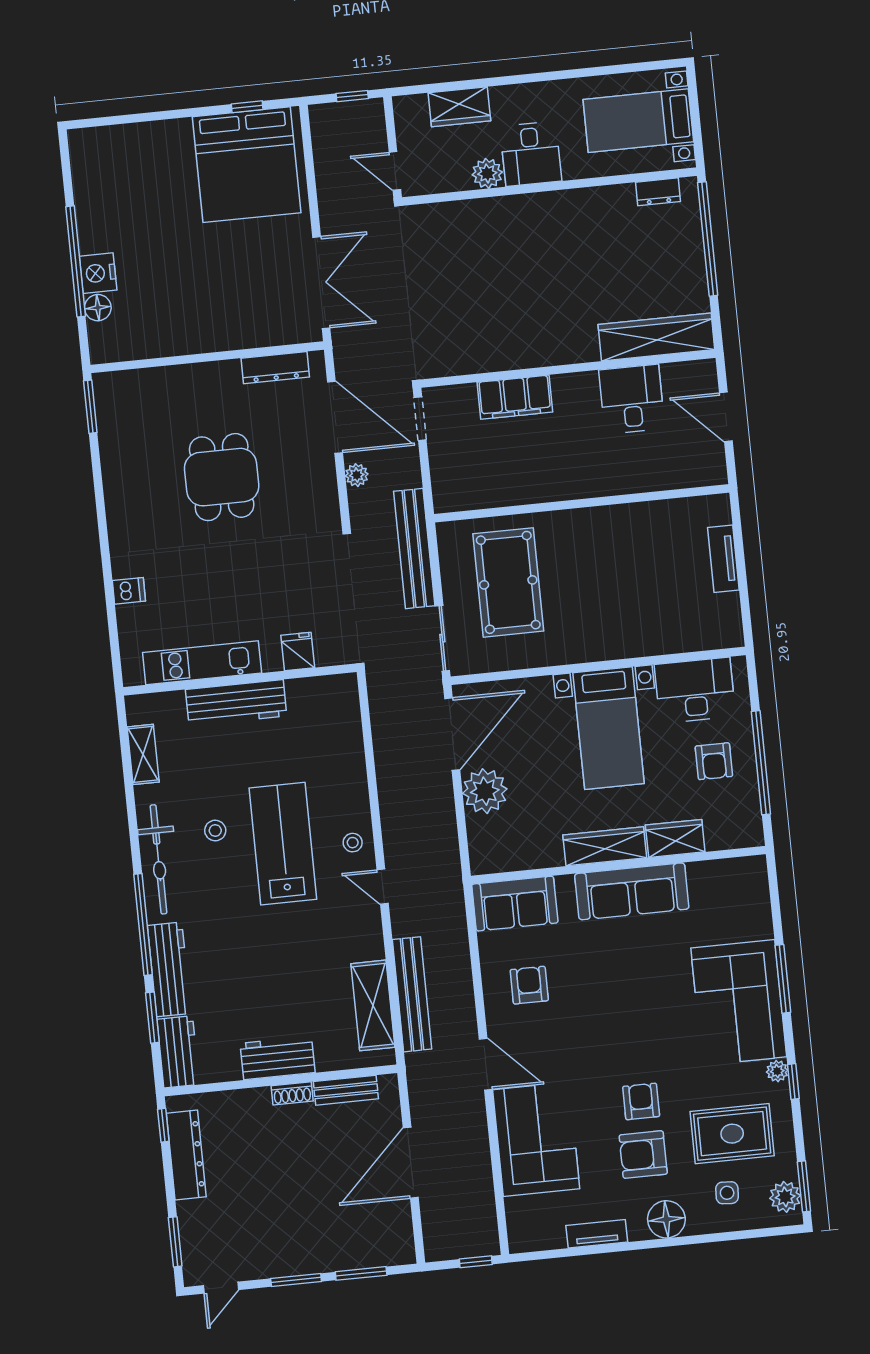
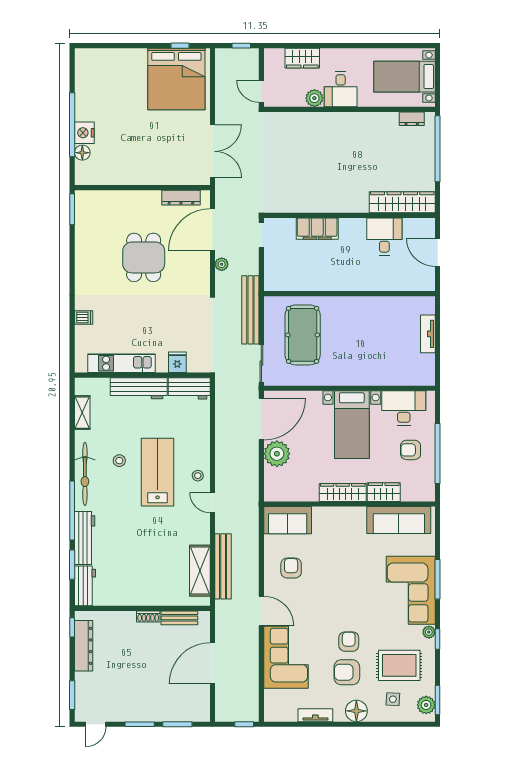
door: (335, 417) -> (212, 230), swing flipped
armchair: (714, 761) -> (411, 450), turned 90
sofa: (632, 891) -> (399, 520), moved
workbench: (278, 1058) -> (189, 388), moved, turned 180

